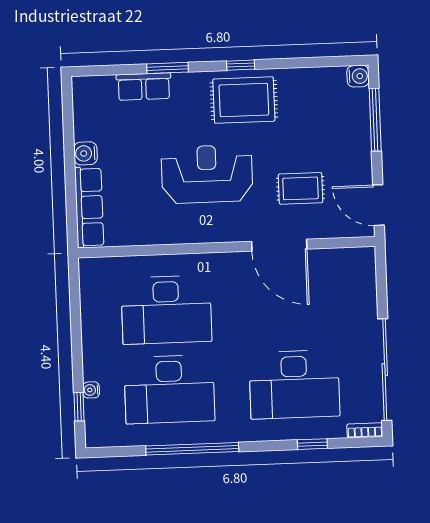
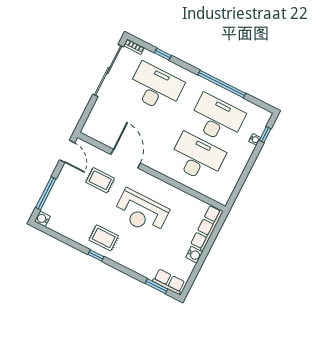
window: (167, 68) -> (156, 286), moved
row of seats: (144, 87) -> (169, 282), moved
rug: (244, 100) -> (104, 238), width x0.73, depth x0.70

